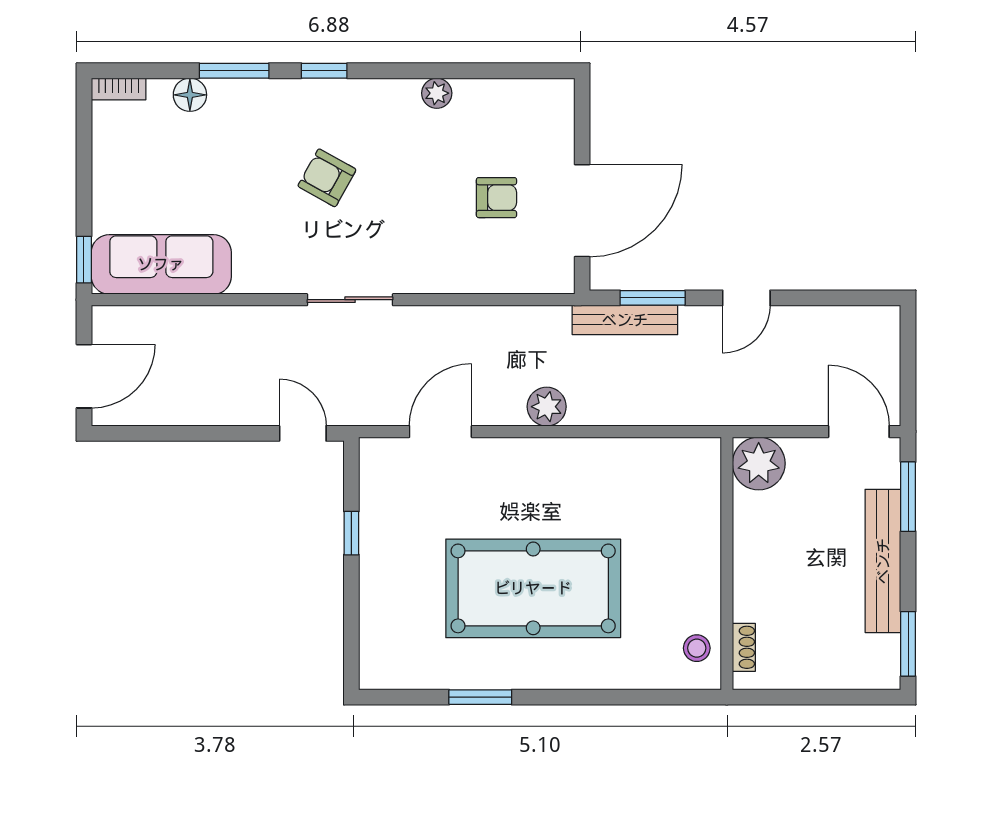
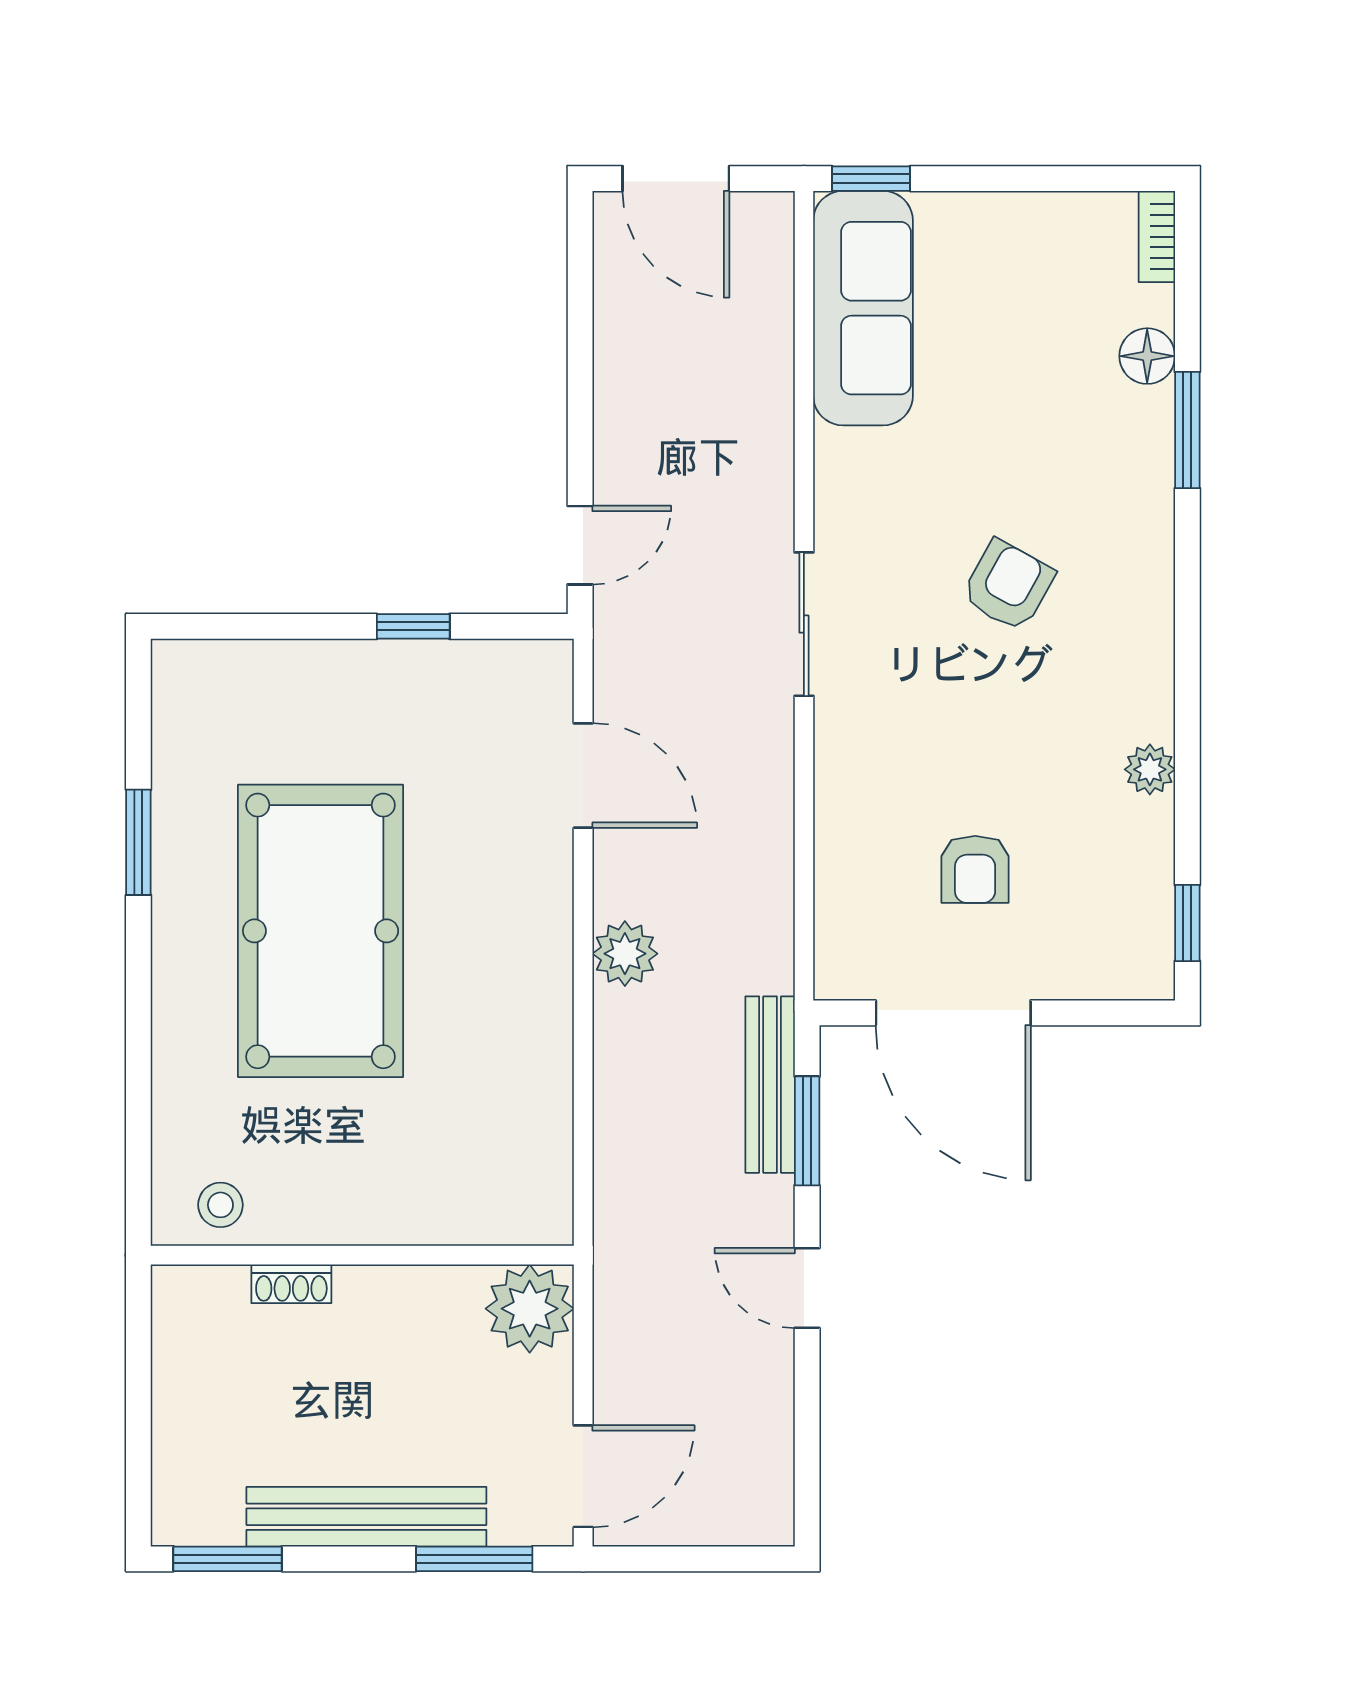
window: (324, 71) -> (1187, 923), moved
shoe rack: (744, 647) -> (291, 1284), moved

